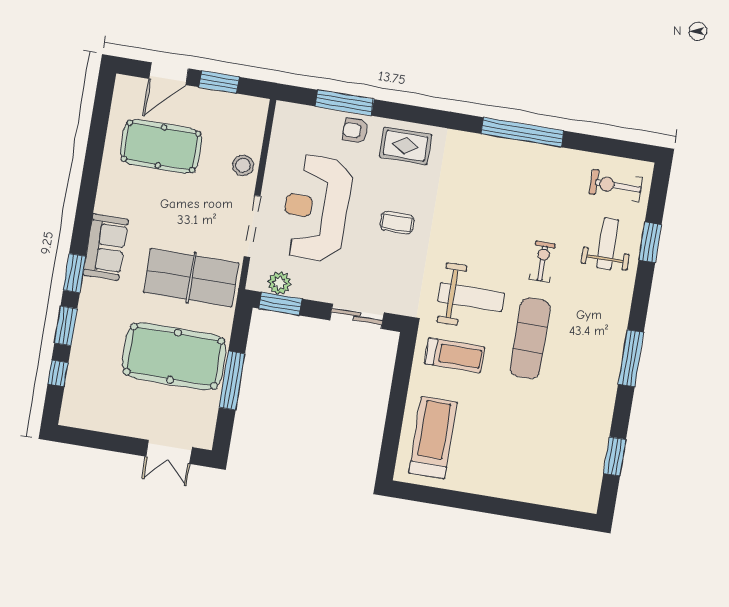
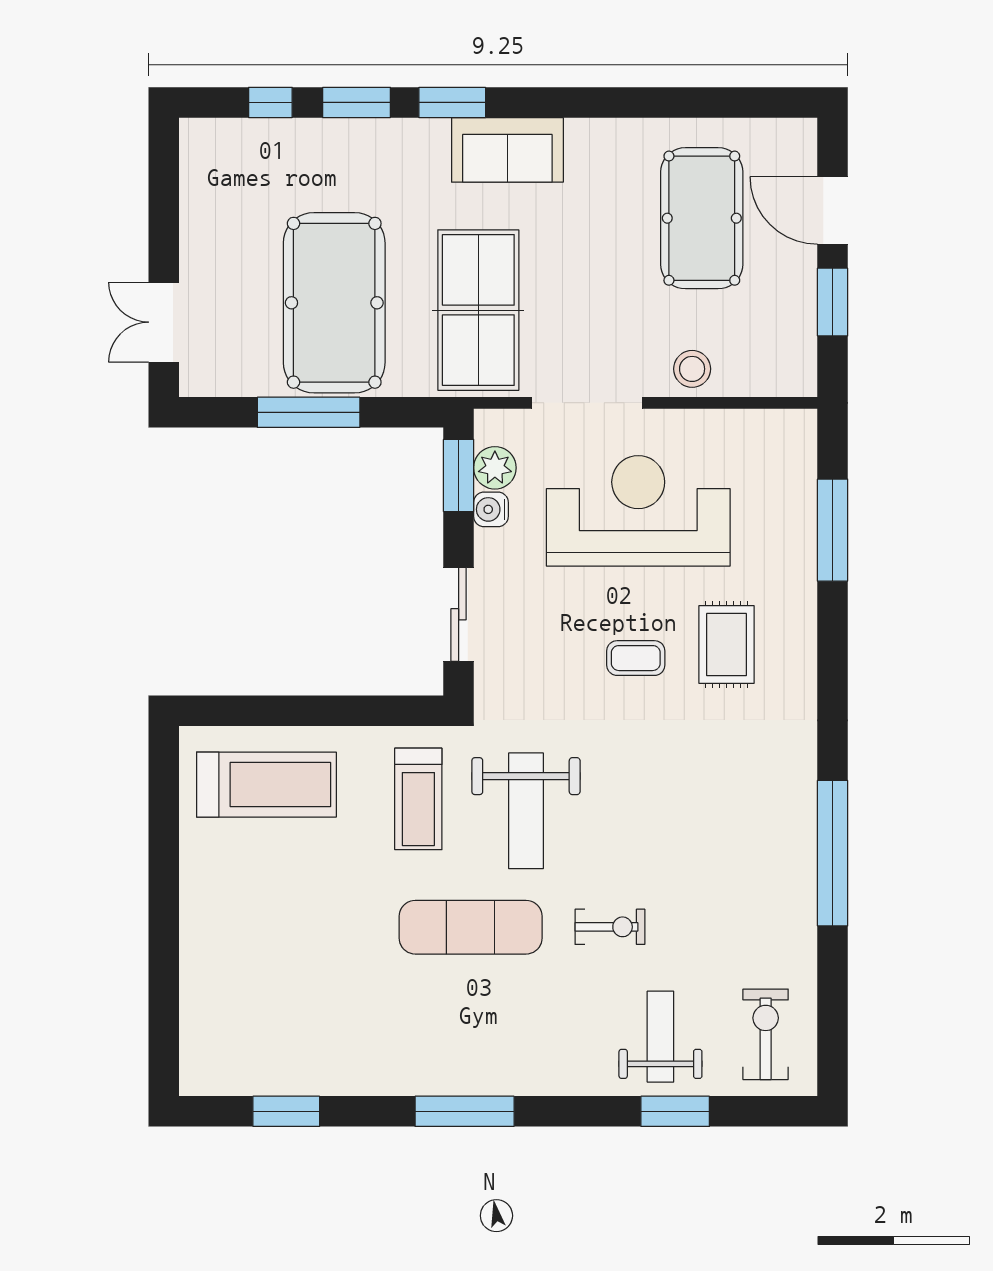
armchair: (355, 131) -> (786, 557), removed
rug: (406, 146) -> (726, 645), moved
coffee table: (397, 223) -> (636, 658), turned 90
weight bench: (608, 244) -> (660, 1037), turned -90
water cooler: (302, 289) -> (491, 509), added

